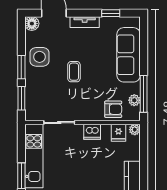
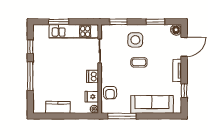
side table: (40, 57) -> (135, 40), moved
window: (21, 67) -> (155, 22), moved
plant: (134, 100) -> (117, 109), removed

